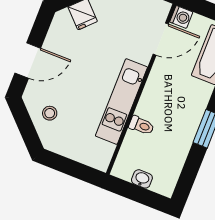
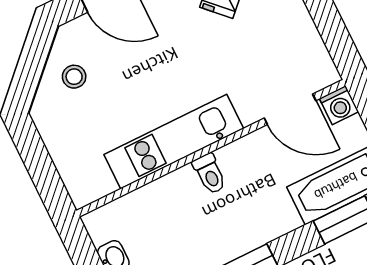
toilet: (141, 125) -> (210, 174), moved

